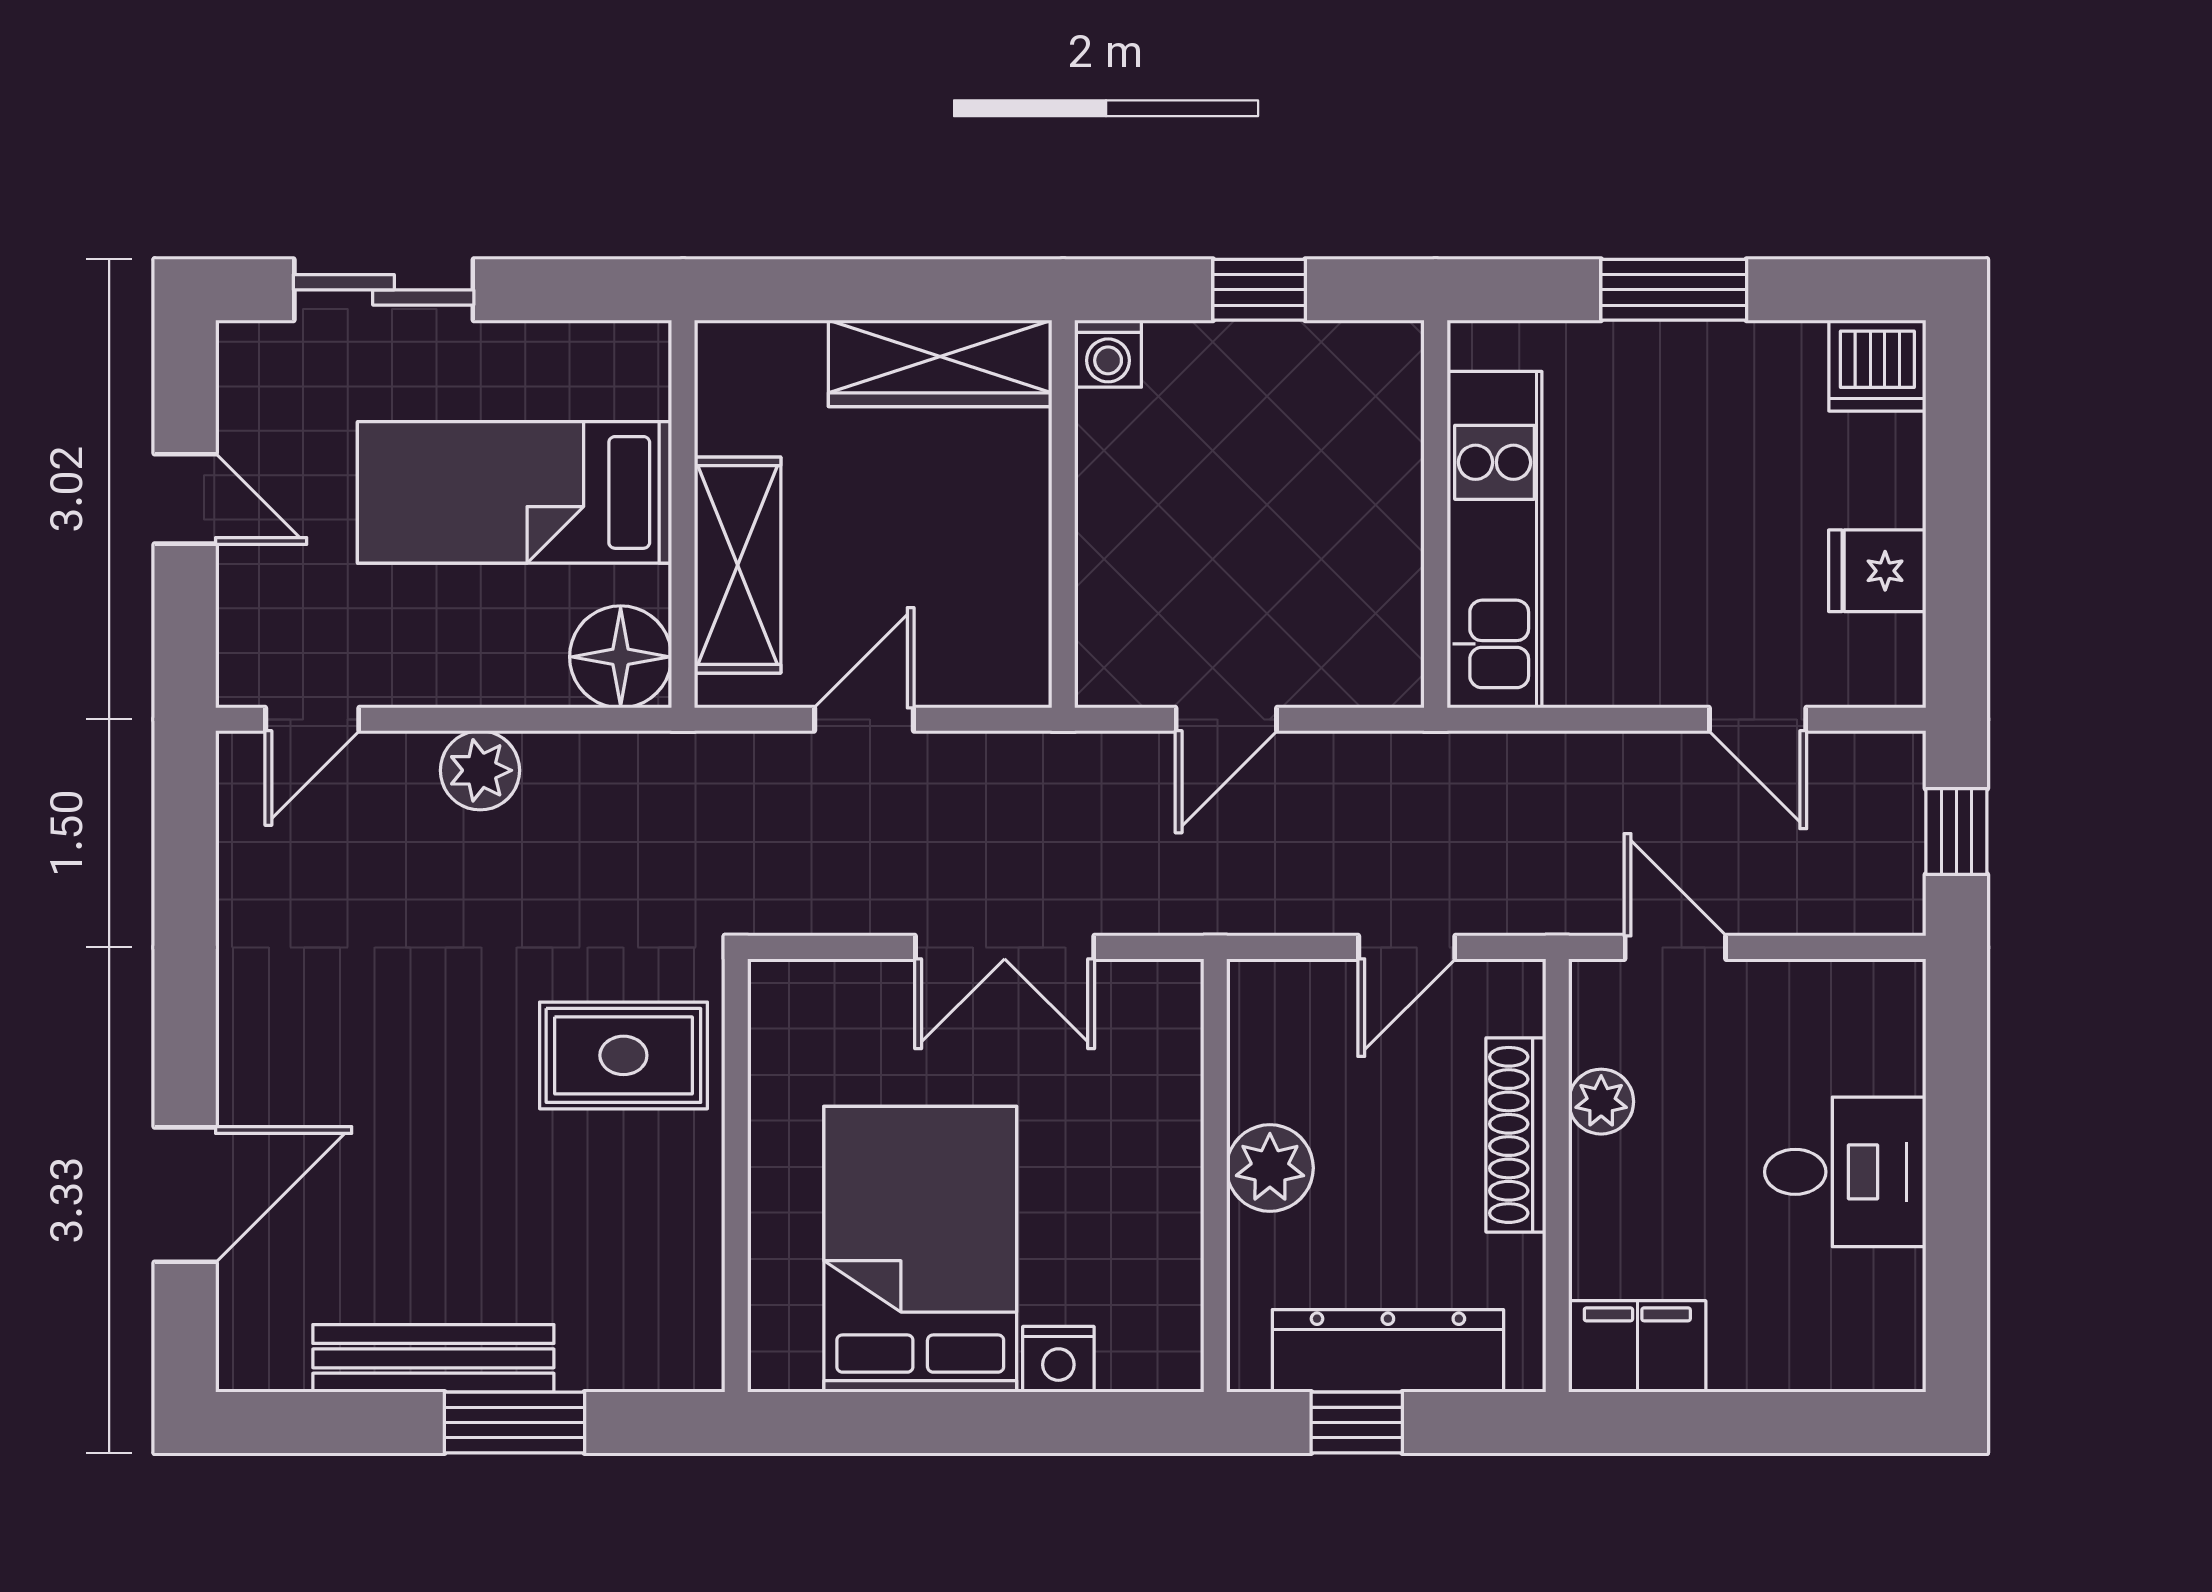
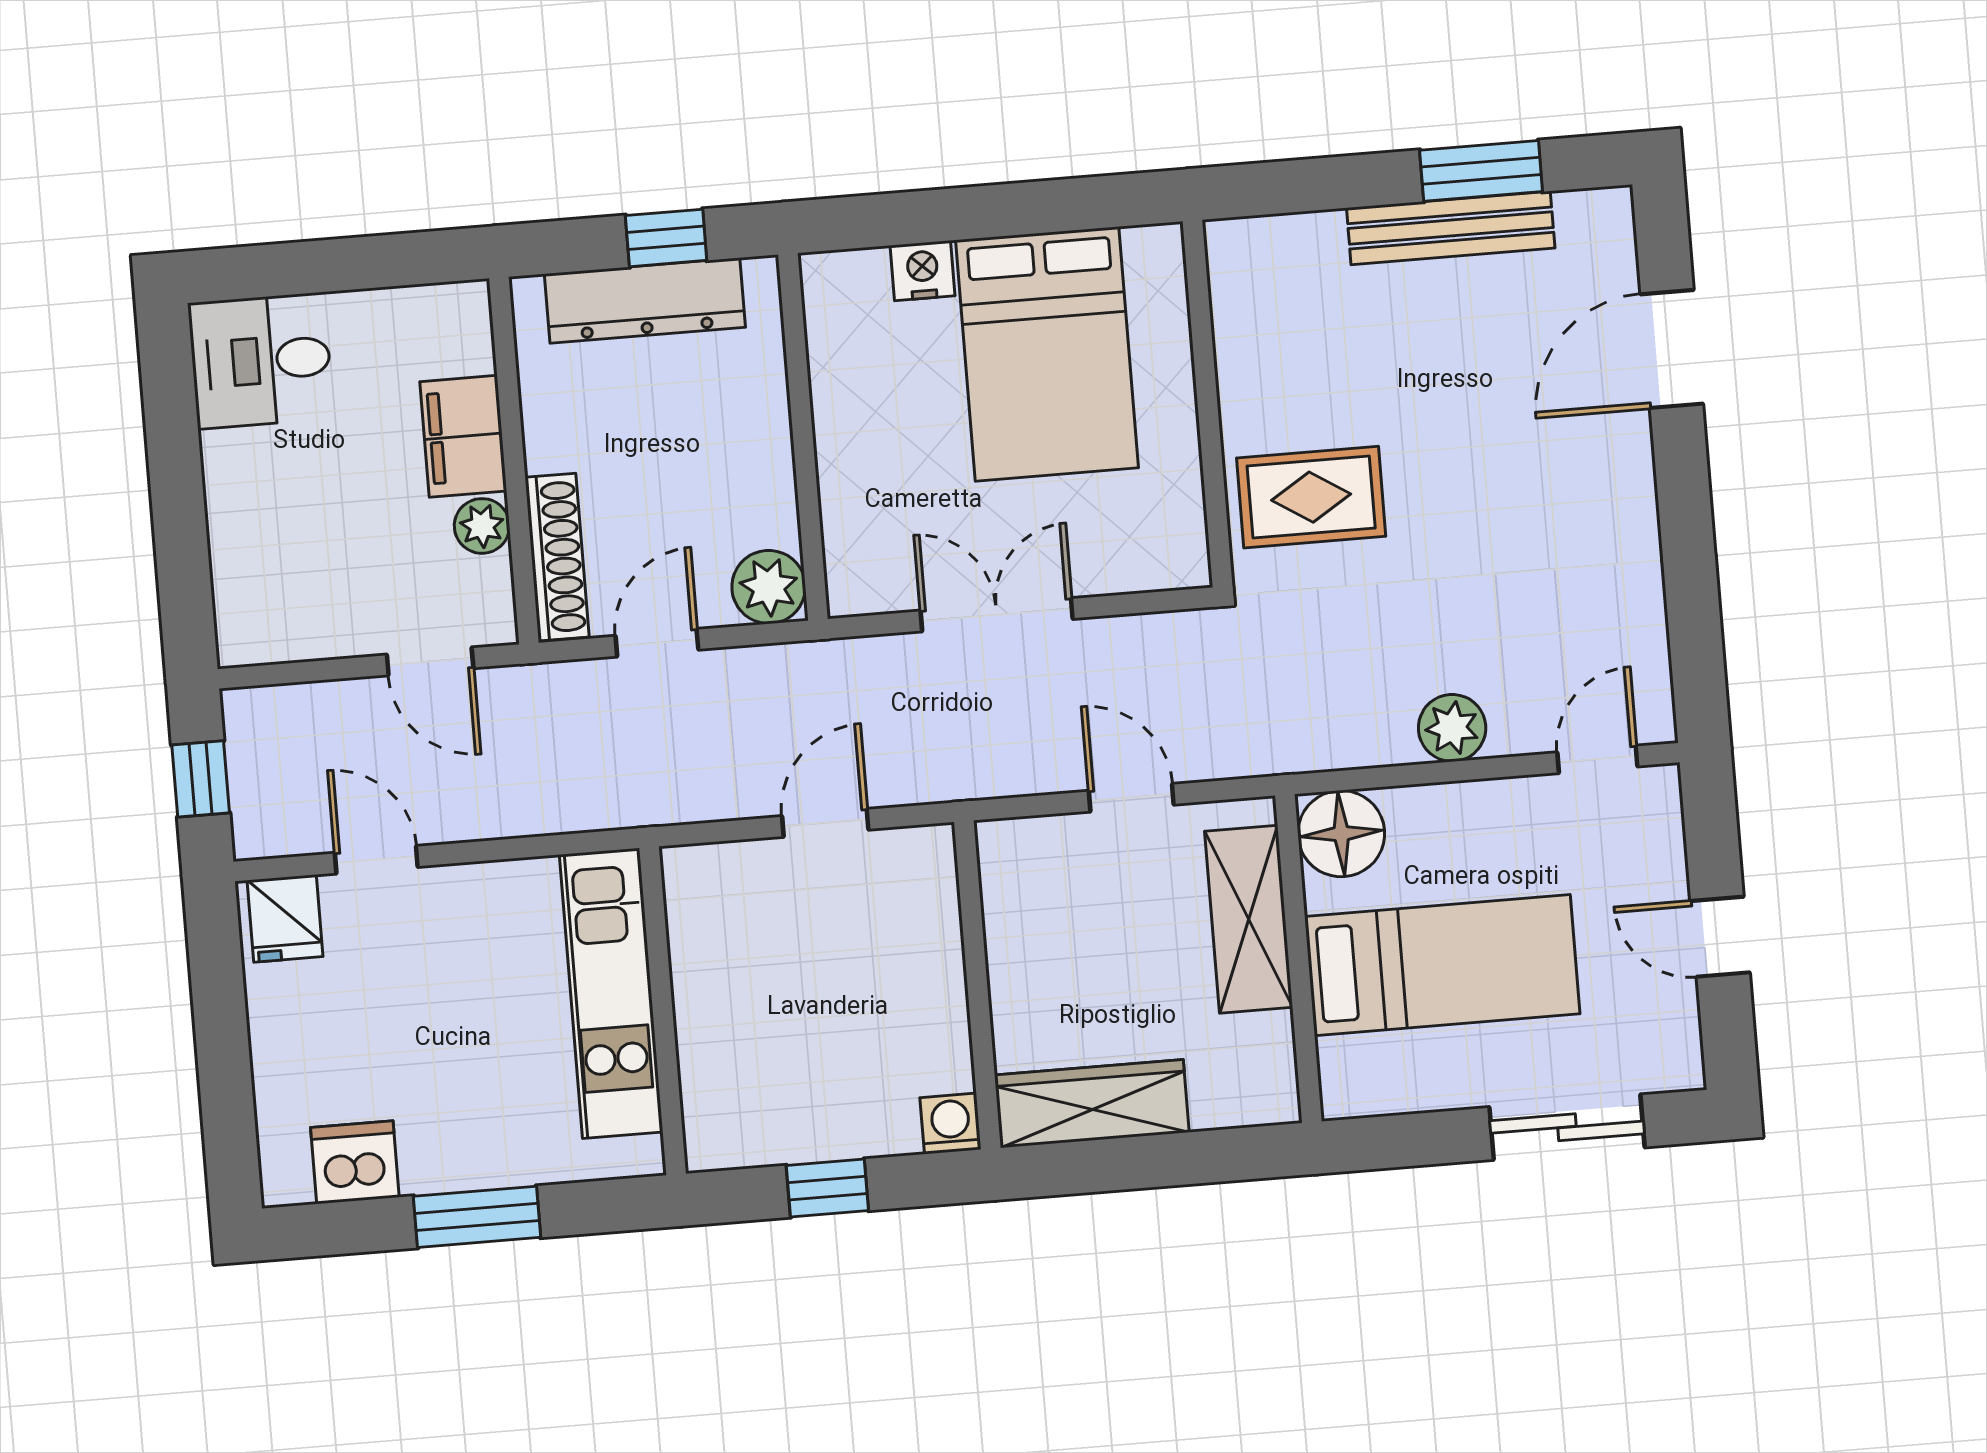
dishwasher: (1877, 366) -> (355, 1162), moved
fridge: (1877, 571) -> (285, 918), moved, turned 90
door: (864, 719) -> (1131, 798), swing flipped
shoe rack: (1516, 1135) -> (557, 557), moved
plant: (1270, 1168) -> (769, 587), moved
desk: (1845, 1172) -> (261, 361), moved
filing cabinet: (1637, 1346) -> (463, 436), moved, turned 90
window: (515, 1422) -> (1481, 171), moved

